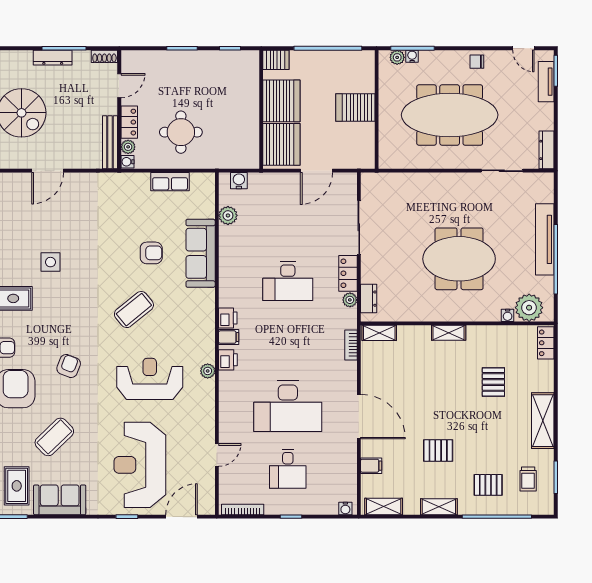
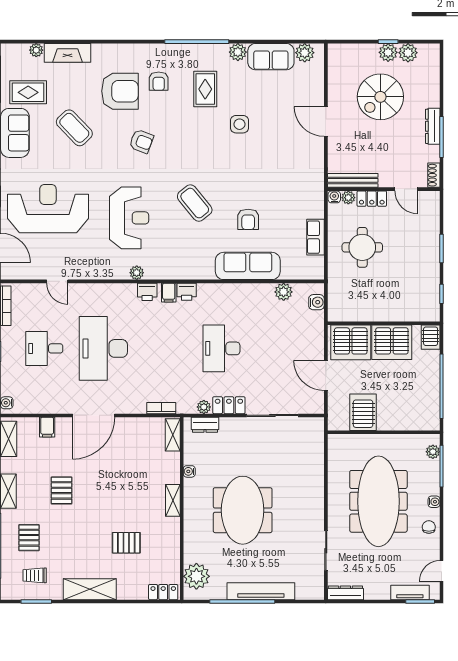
water cooler: (412, 56) -> (434, 502), moved
server rack: (355, 107) -> (363, 412), moved
water cooler: (508, 315) -> (189, 471), moved

